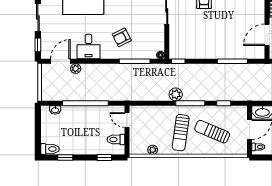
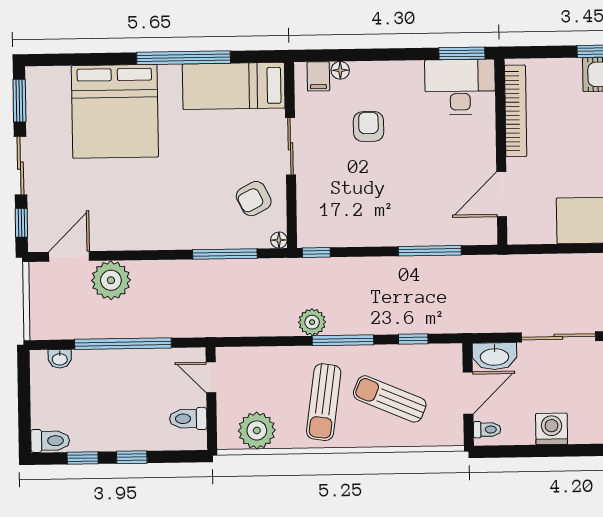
armchair: (122, 37) -> (254, 199), moved
desk: (88, 47) -> (128, 225), removed
plant: (76, 69) -> (111, 280), width x1.88, depth x1.88
plant: (153, 150) -> (257, 430), width x1.87, depth x1.87
window: (104, 157) -> (132, 457), moved

